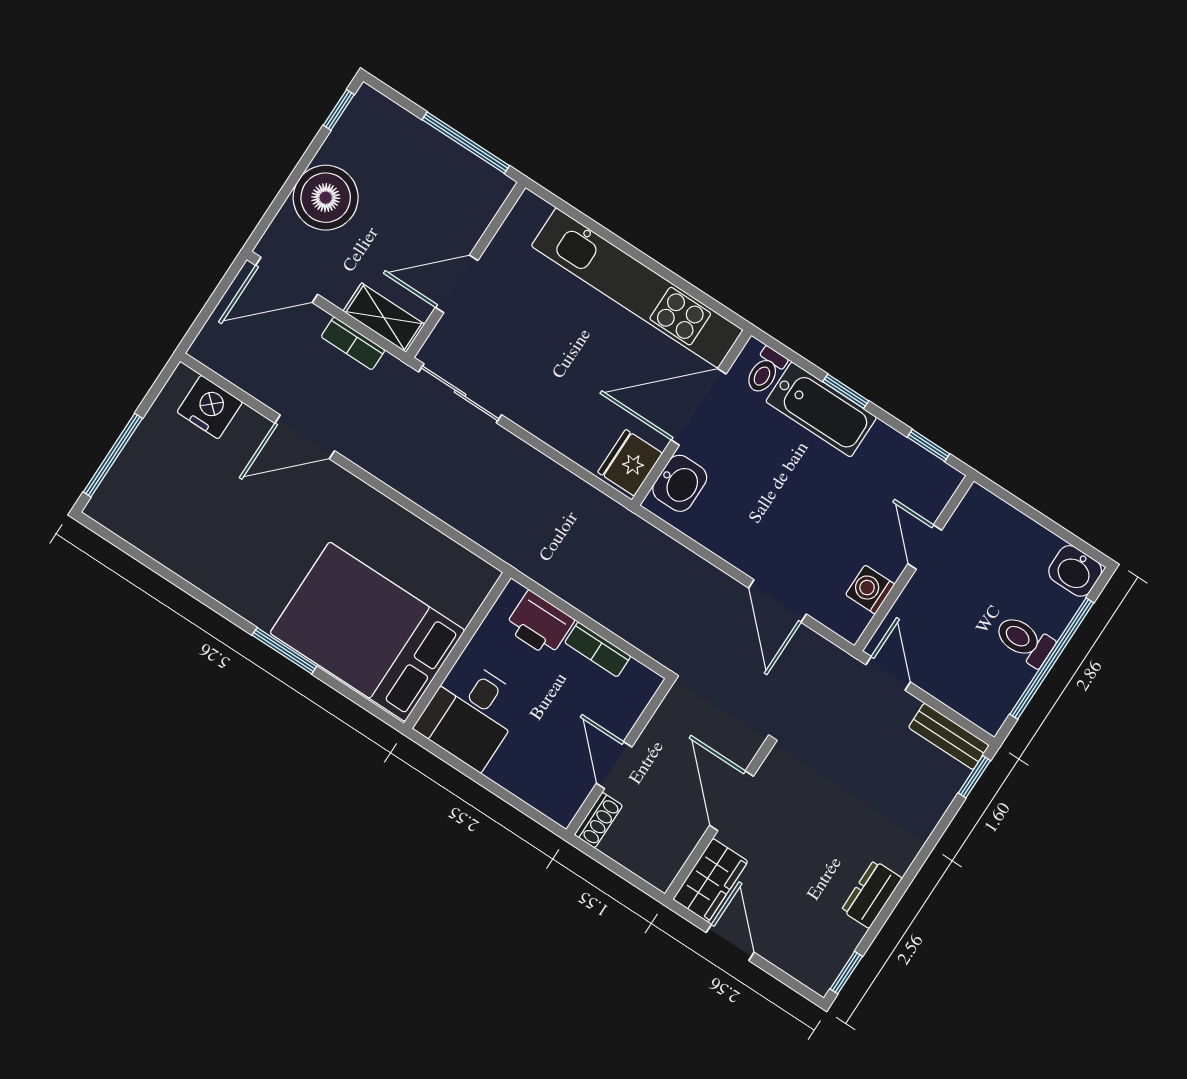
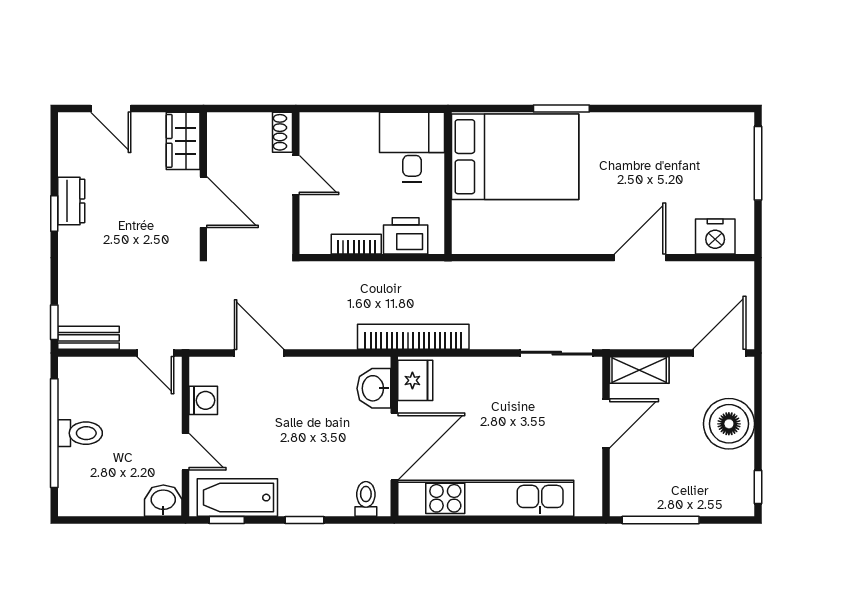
bookcase: (353, 343) -> (413, 337), moved, width x2.31, depth x1.31
bathtub: (821, 409) -> (237, 498), moved
washbasin: (1075, 571) -> (163, 501), moved
door: (730, 942) -> (111, 109), moved
window: (846, 973) -> (54, 214), moved

